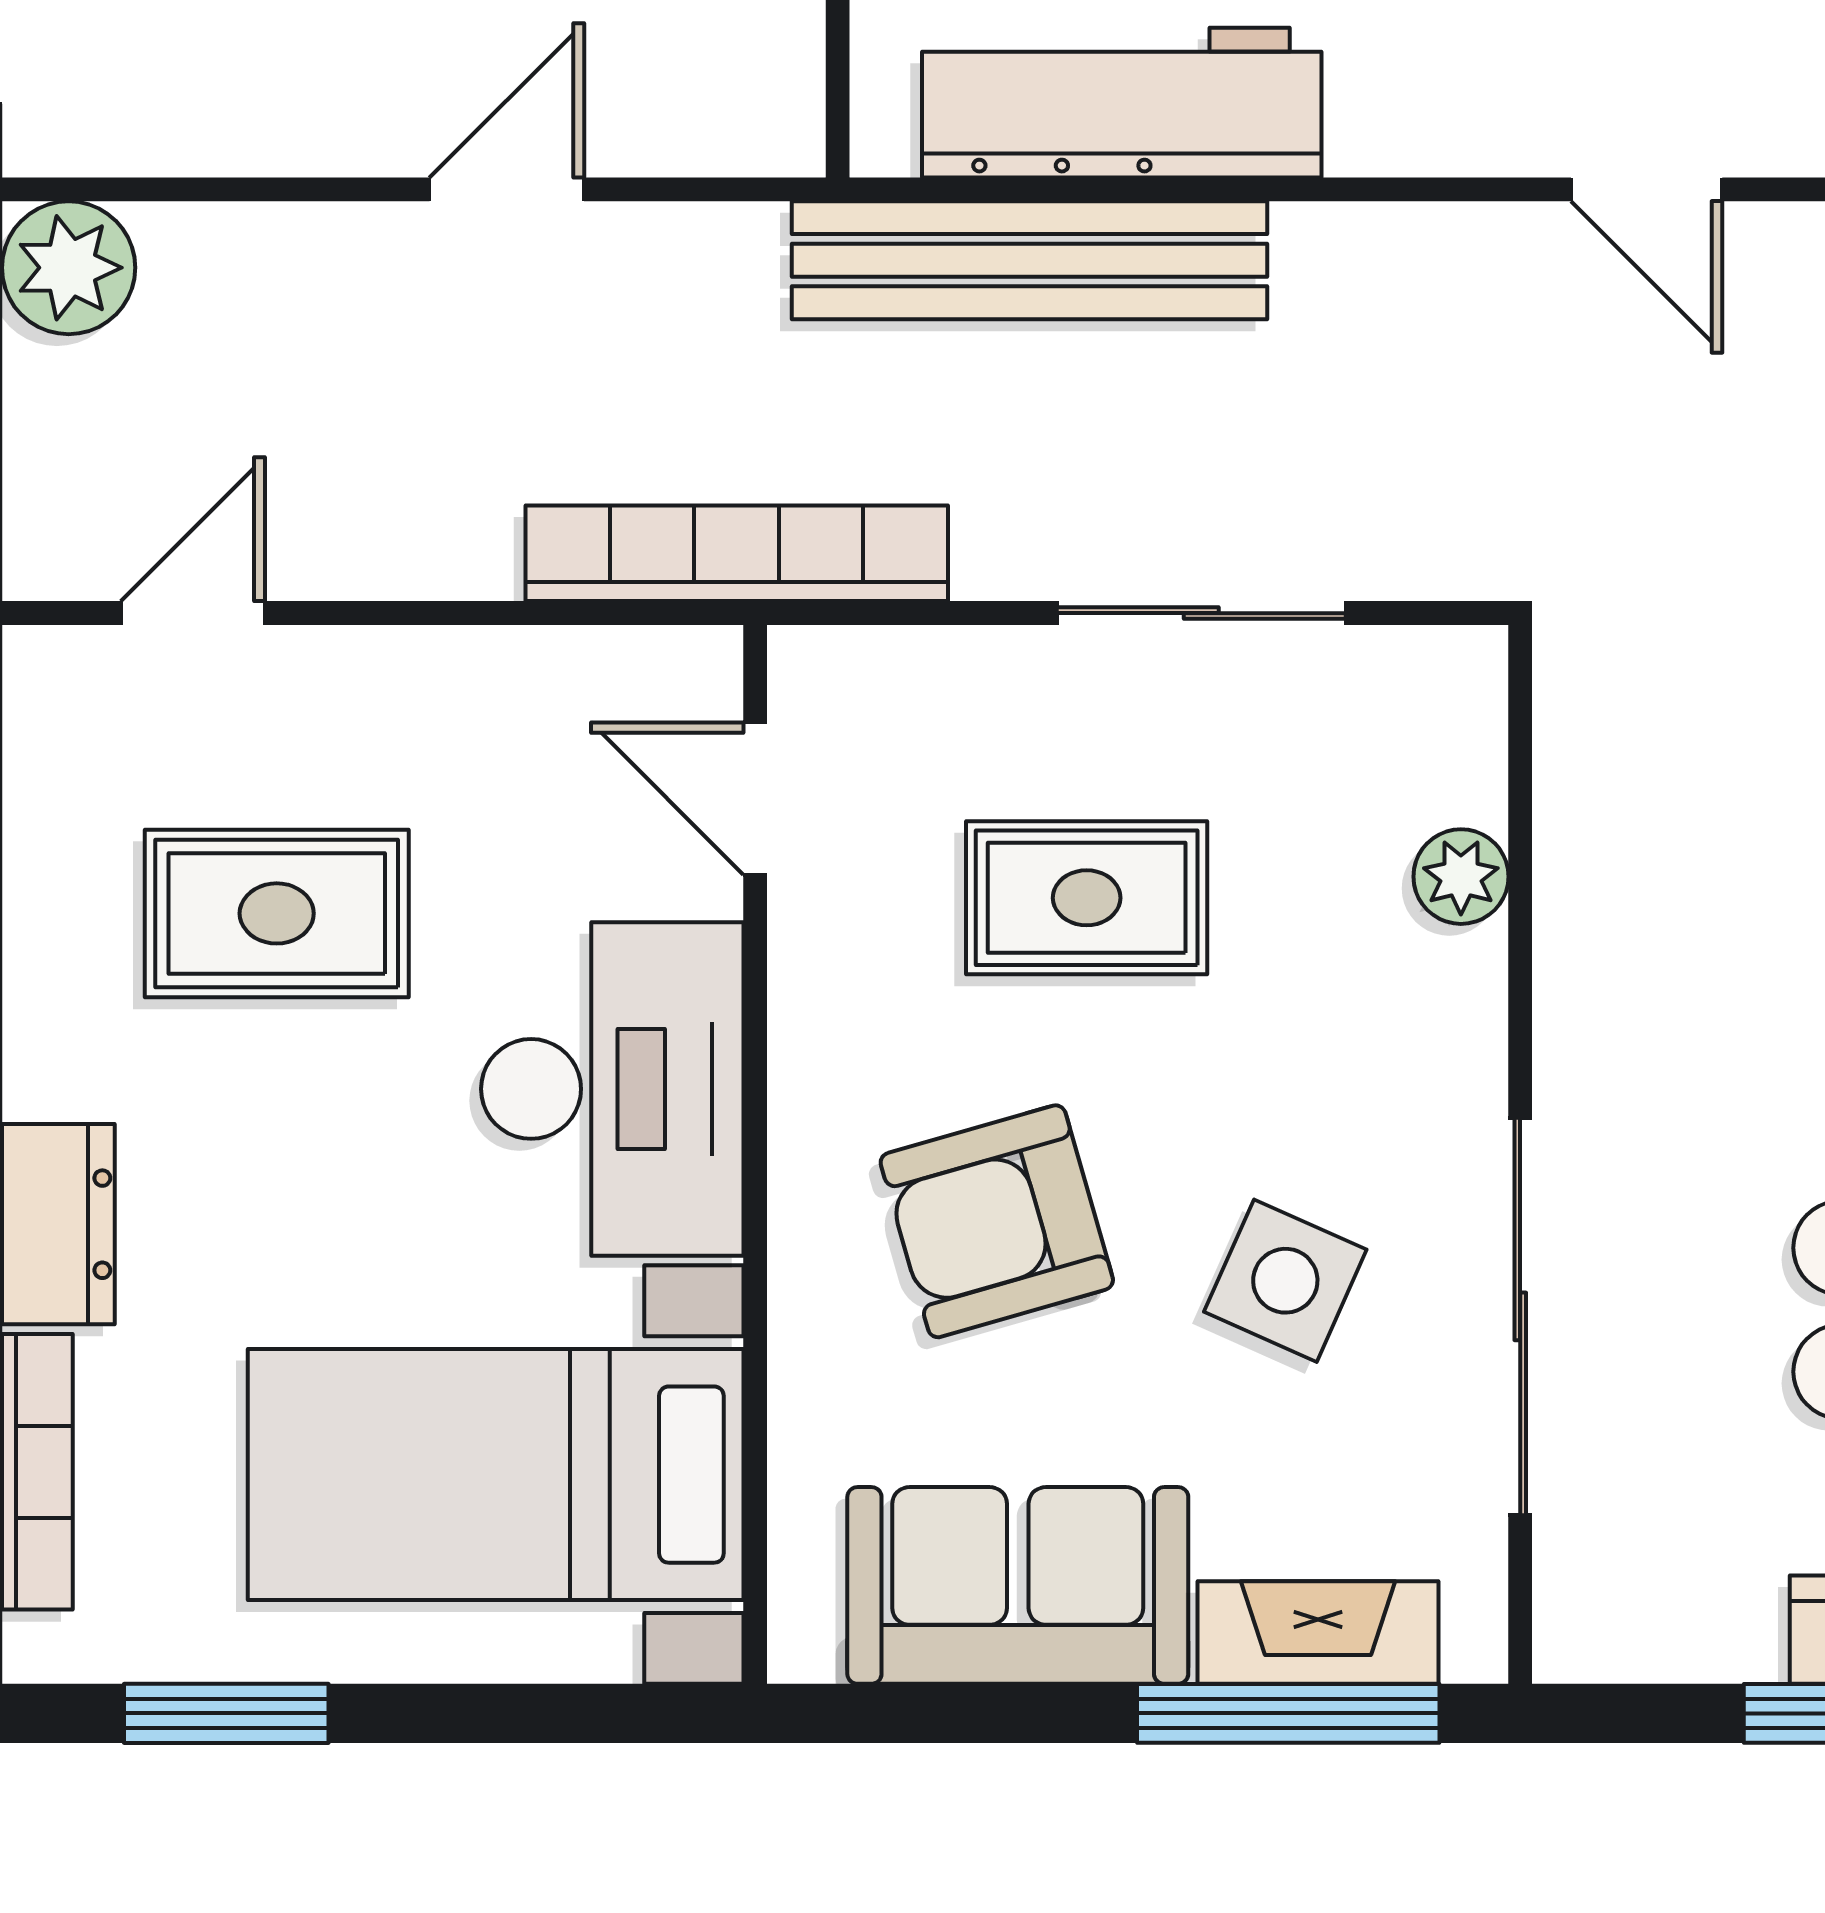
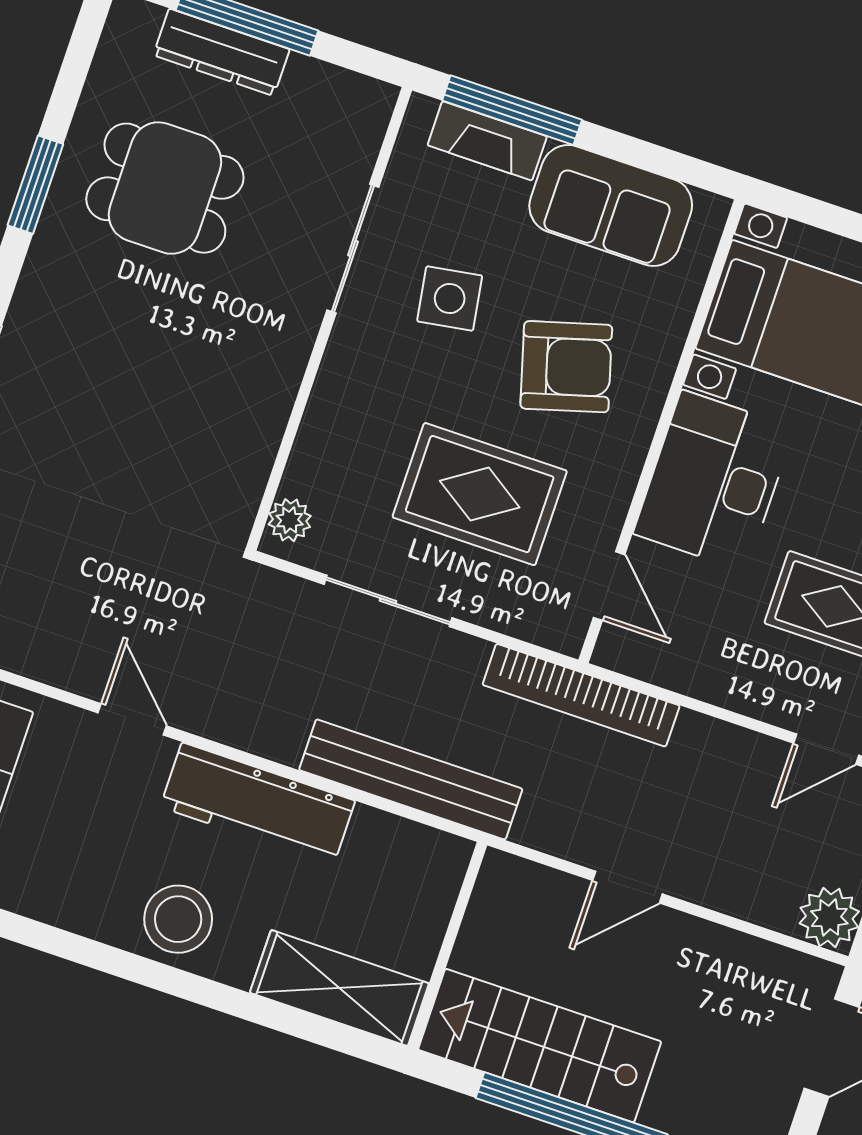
workbench: (1122, 103) -> (258, 804), moved
plant: (1461, 877) -> (290, 520), moved
rug: (1087, 898) -> (480, 494), width x1.36, depth x1.43
side table: (1285, 1281) -> (450, 298), turned -33
sliding door: (1520, 1316) -> (353, 248), width x0.73

